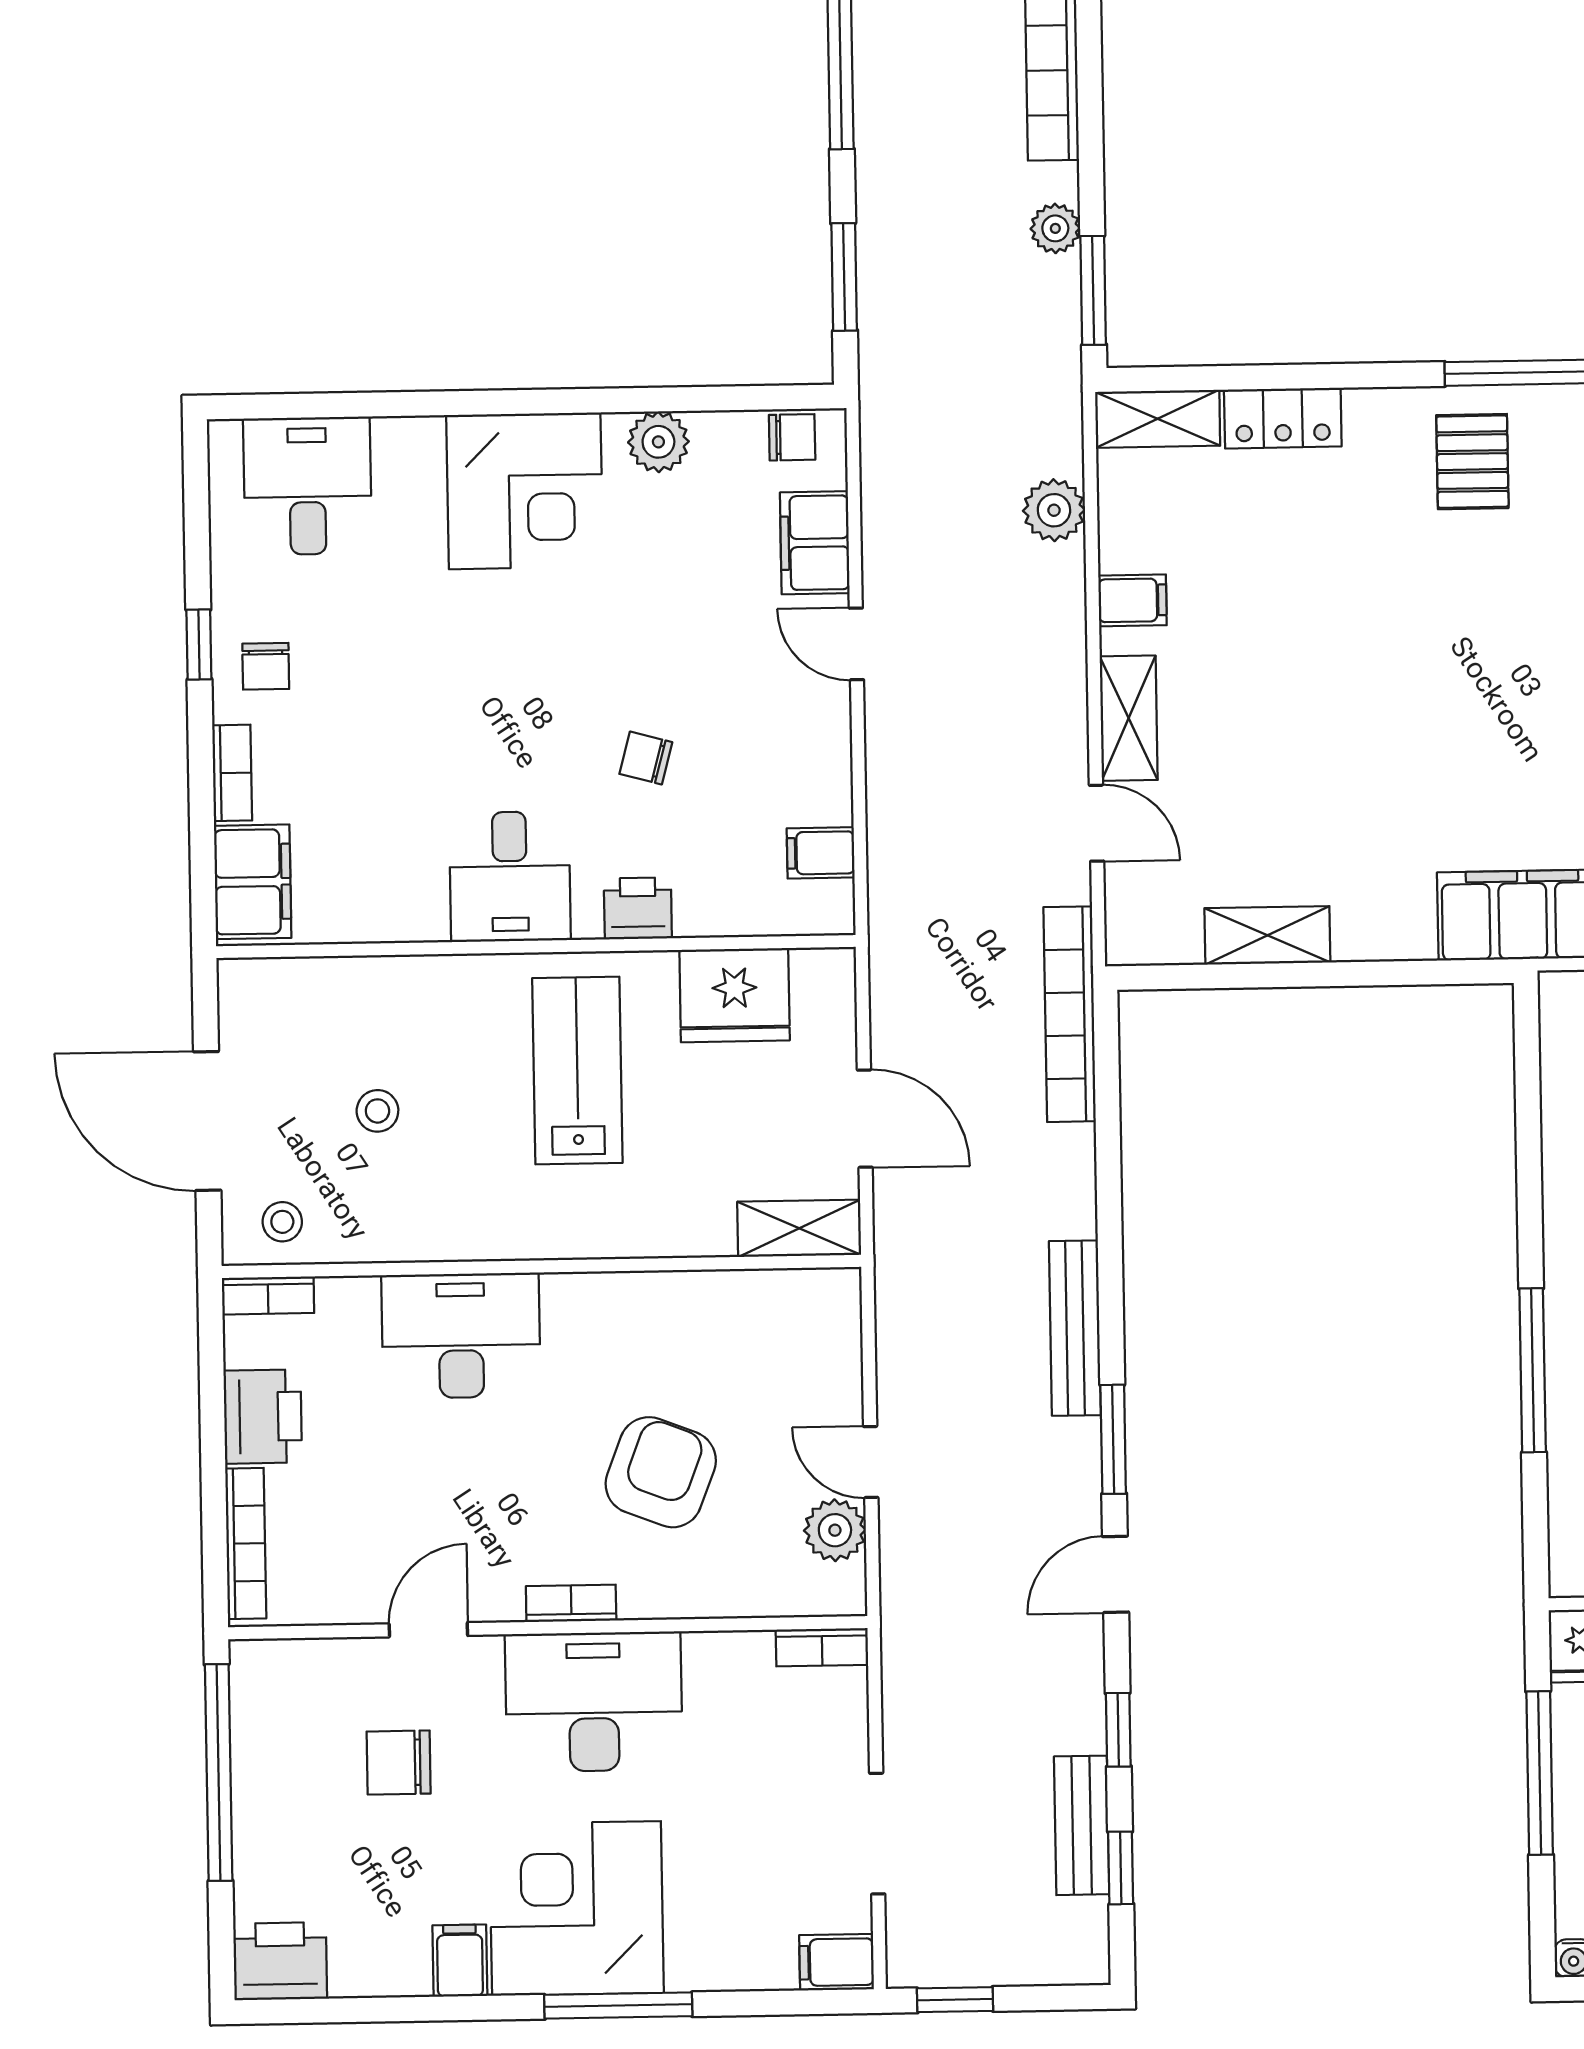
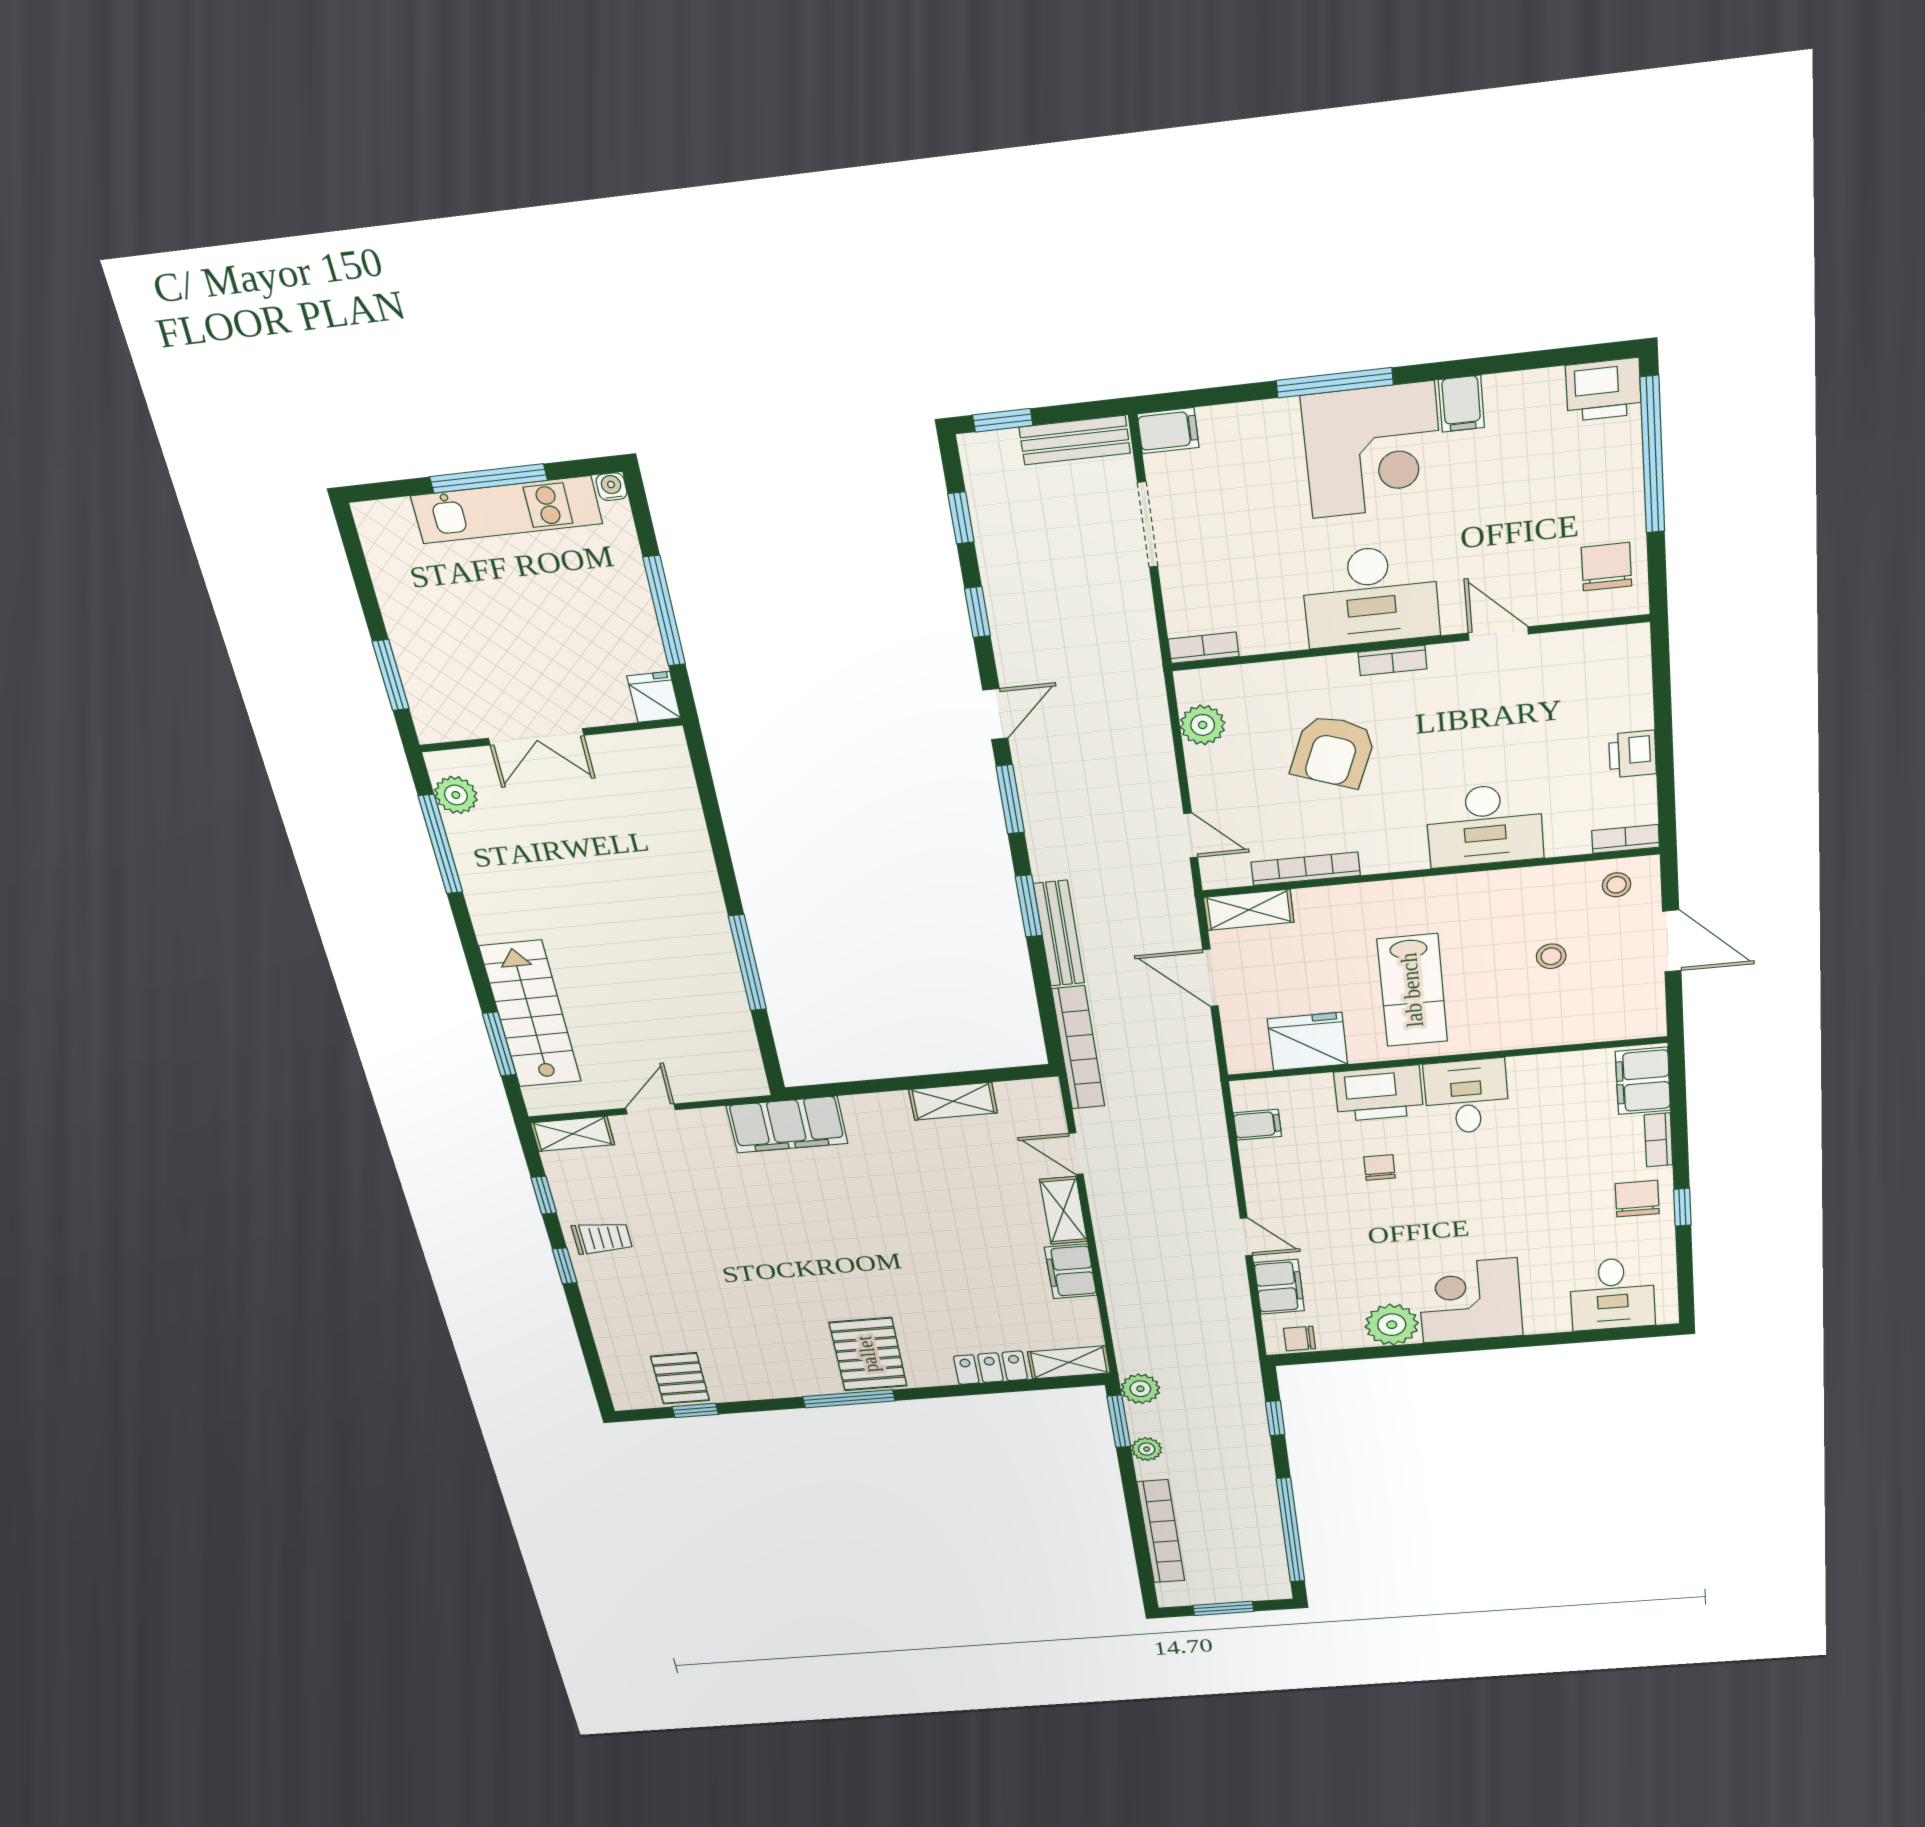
window: (844, 277) -> (1275, 1418), width x0.67
plant: (658, 442) -> (1392, 1325), width x1.36, depth x1.36
pallet: (1472, 462) -> (868, 1354), width x1.50, depth x1.42
plant: (1054, 510) -> (1140, 1389), moved
filing cabinet: (1132, 600) -> (1071, 1271), width x2.00
chair: (266, 666) -> (1637, 1199), width x1.37, depth x1.37
chair: (646, 758) -> (1379, 1167), turned -105
printer: (638, 908) -> (1379, 1093), width x1.87, depth x1.48
door: (207, 1121) -> (1672, 941), width x0.73
window: (1110, 1264) -> (1029, 906), added
bench: (1075, 1328) -> (1059, 934), moved
window: (1533, 1370) -> (747, 963), moved
printer: (263, 1417) -> (1632, 754), width x0.73, depth x0.81
door: (871, 1462) -> (1191, 835), moved
bookcase: (246, 1543) -> (1306, 869), moved, turned 90
door: (428, 1630) -> (1498, 634), swing flipped
chair: (399, 1763) -> (1606, 567), moved, turned -90
window: (219, 1772) -> (1653, 455), moved
bench: (1082, 1825) -> (1075, 440), moved, turned 90
window: (955, 2000) -> (1003, 420), moved

